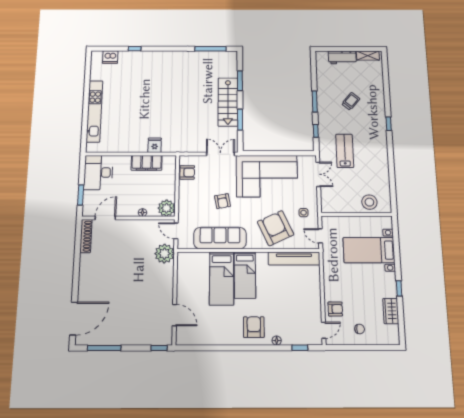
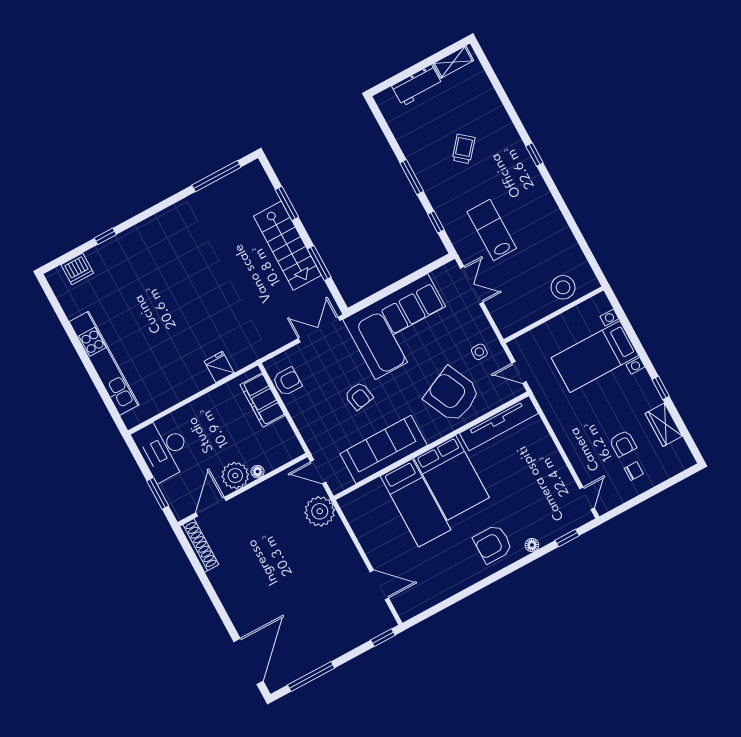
filing cabinet: (147, 163) -> (262, 400), moved, turned 90
plant: (166, 208) -> (235, 476), moved
bed: (245, 275) -> (451, 478), width x1.50
armchair: (335, 309) -> (623, 444), moved, turned 90
armchair: (254, 327) -> (493, 544), turned -90

